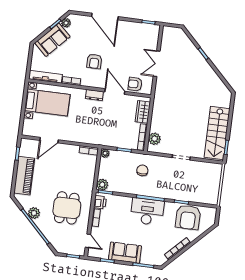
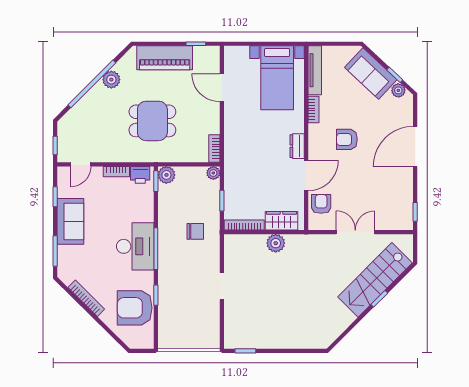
stairs: (217, 133) -> (375, 280), moved, turned -45
plant: (154, 139) -> (276, 243), moved
dining table: (67, 208) -> (152, 121), moved

